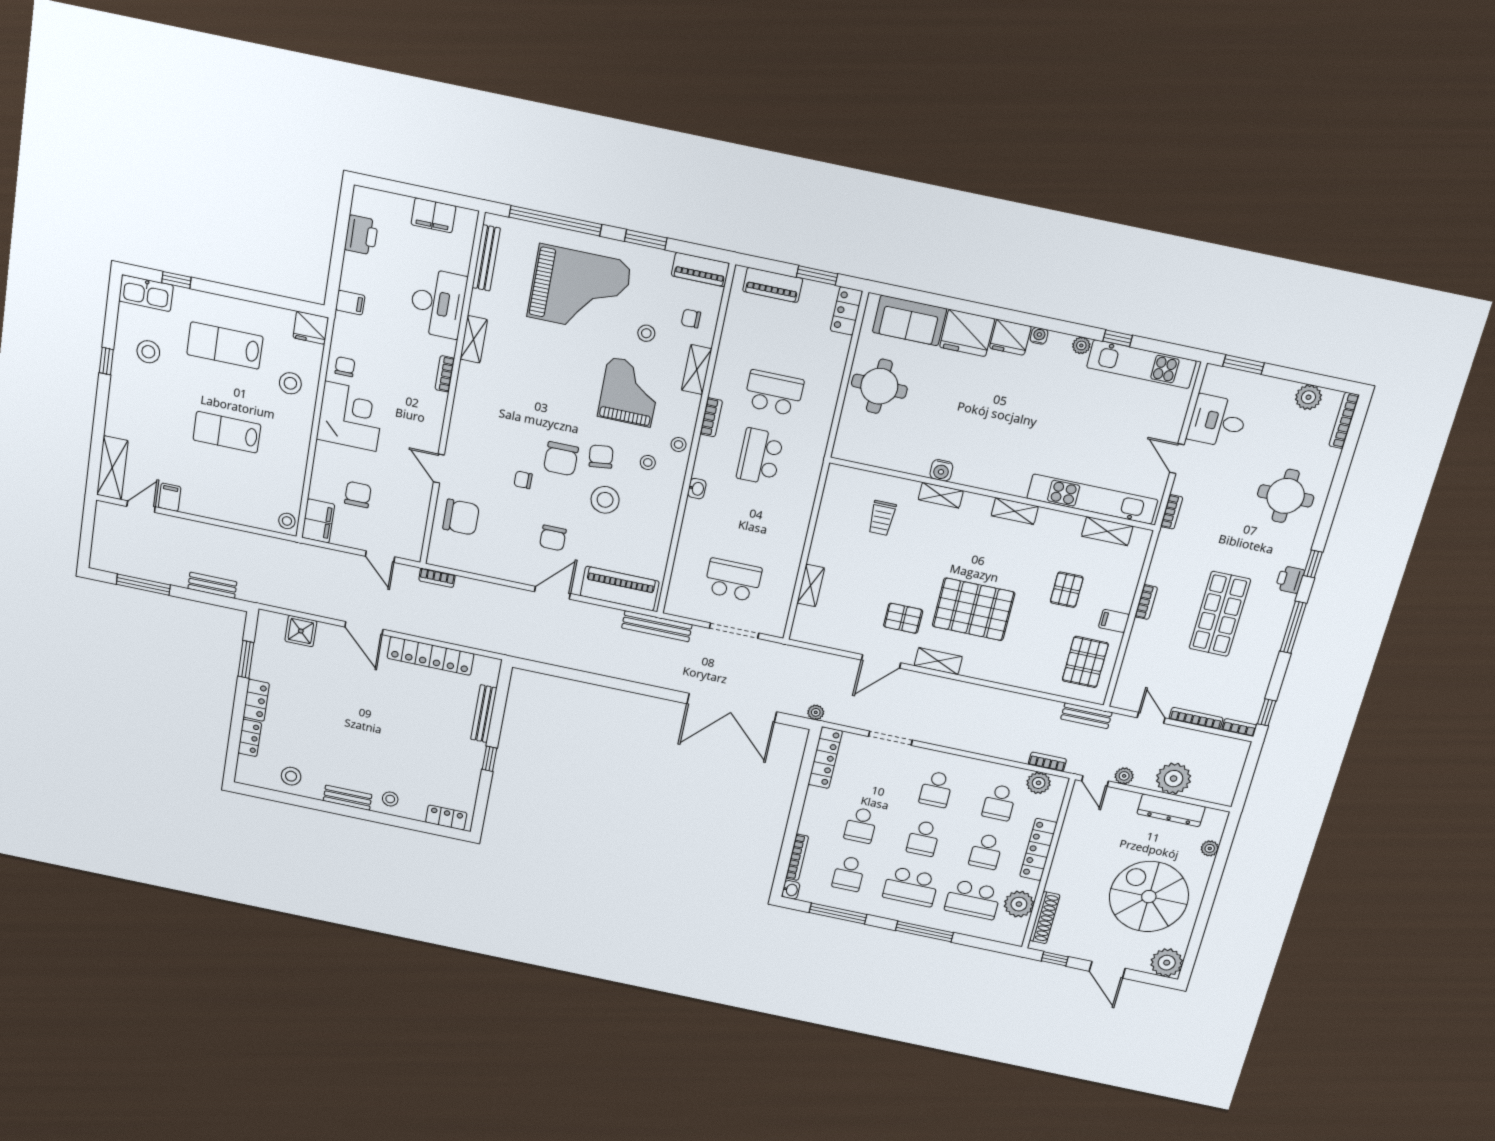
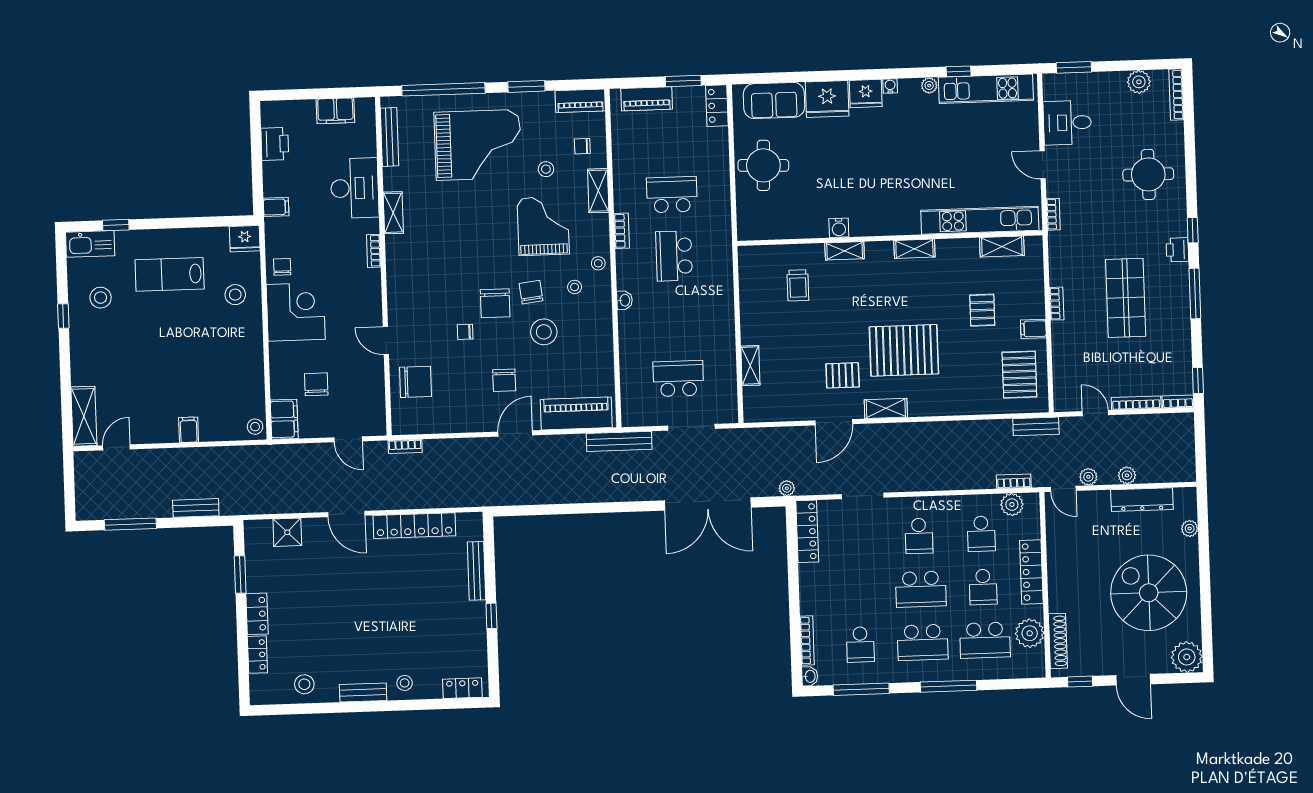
lab bench: (227, 432) -> (185, 355), removed
filing cabinet: (170, 497) -> (189, 430), moved
plant: (1174, 779) -> (1127, 475), width x0.53, depth x0.53
school desk: (861, 825) -> (858, 591), removed
school desk: (923, 838) -> (921, 589), width x1.85

